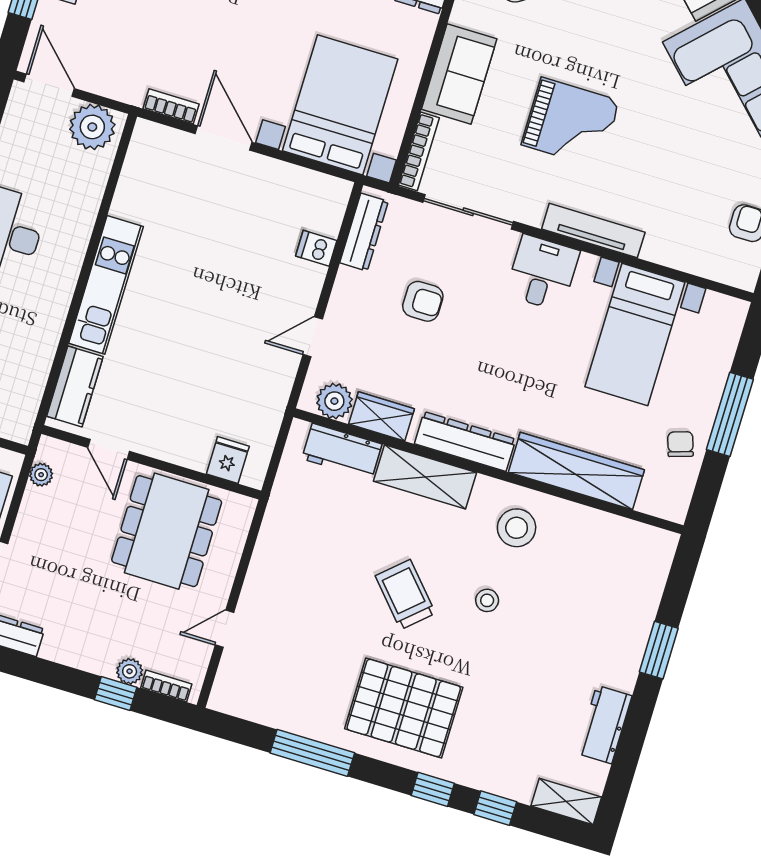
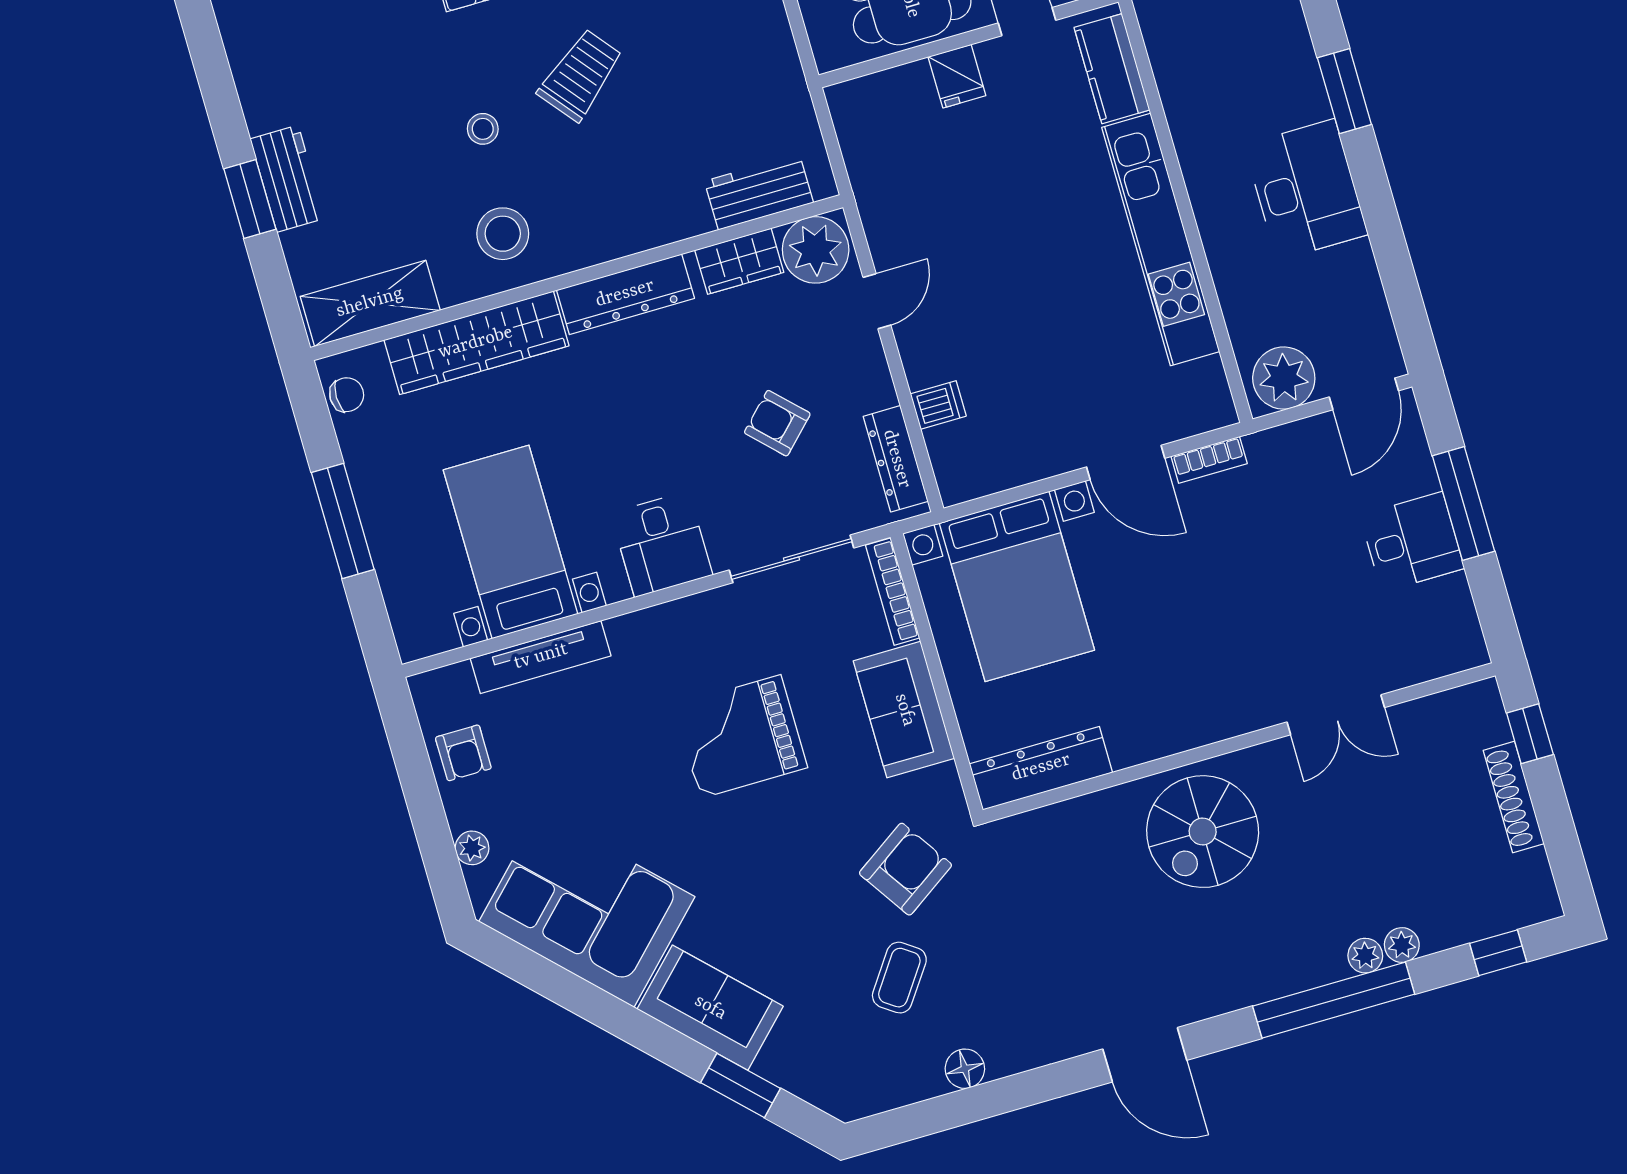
door: (49, 85) -> (1364, 394), hinge flipped
tv unit: (593, 231) -> (541, 657), moved
kitchen unit: (106, 285) -> (1161, 239), width x1.36
armchair: (423, 301) -> (777, 423), turned 45
plant: (334, 401) -> (816, 250), width x1.36, depth x1.36
chair: (680, 444) -> (347, 395), moved, turned -72
fridge: (228, 460) -> (957, 76), moved
shelving: (425, 477) -> (370, 303), moved
trolley: (405, 595) -> (580, 75), turned -87
workbench: (604, 725) -> (288, 179), moved

